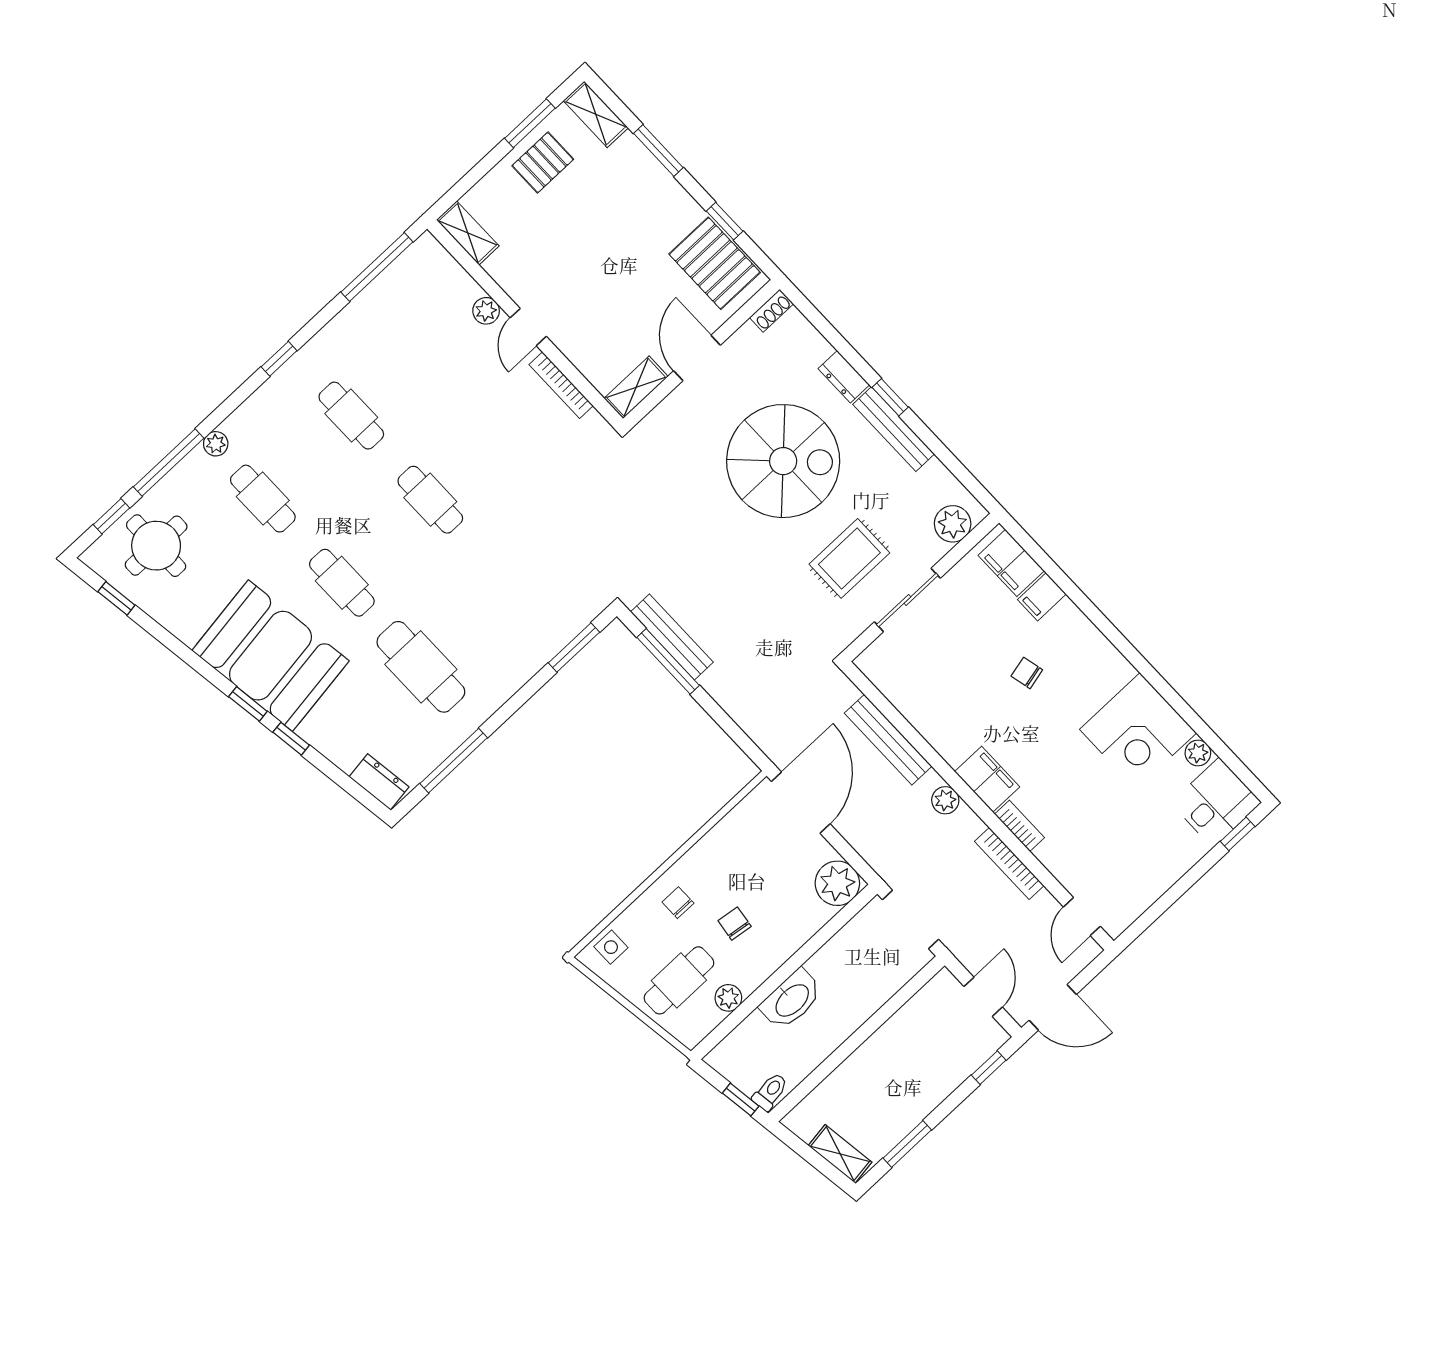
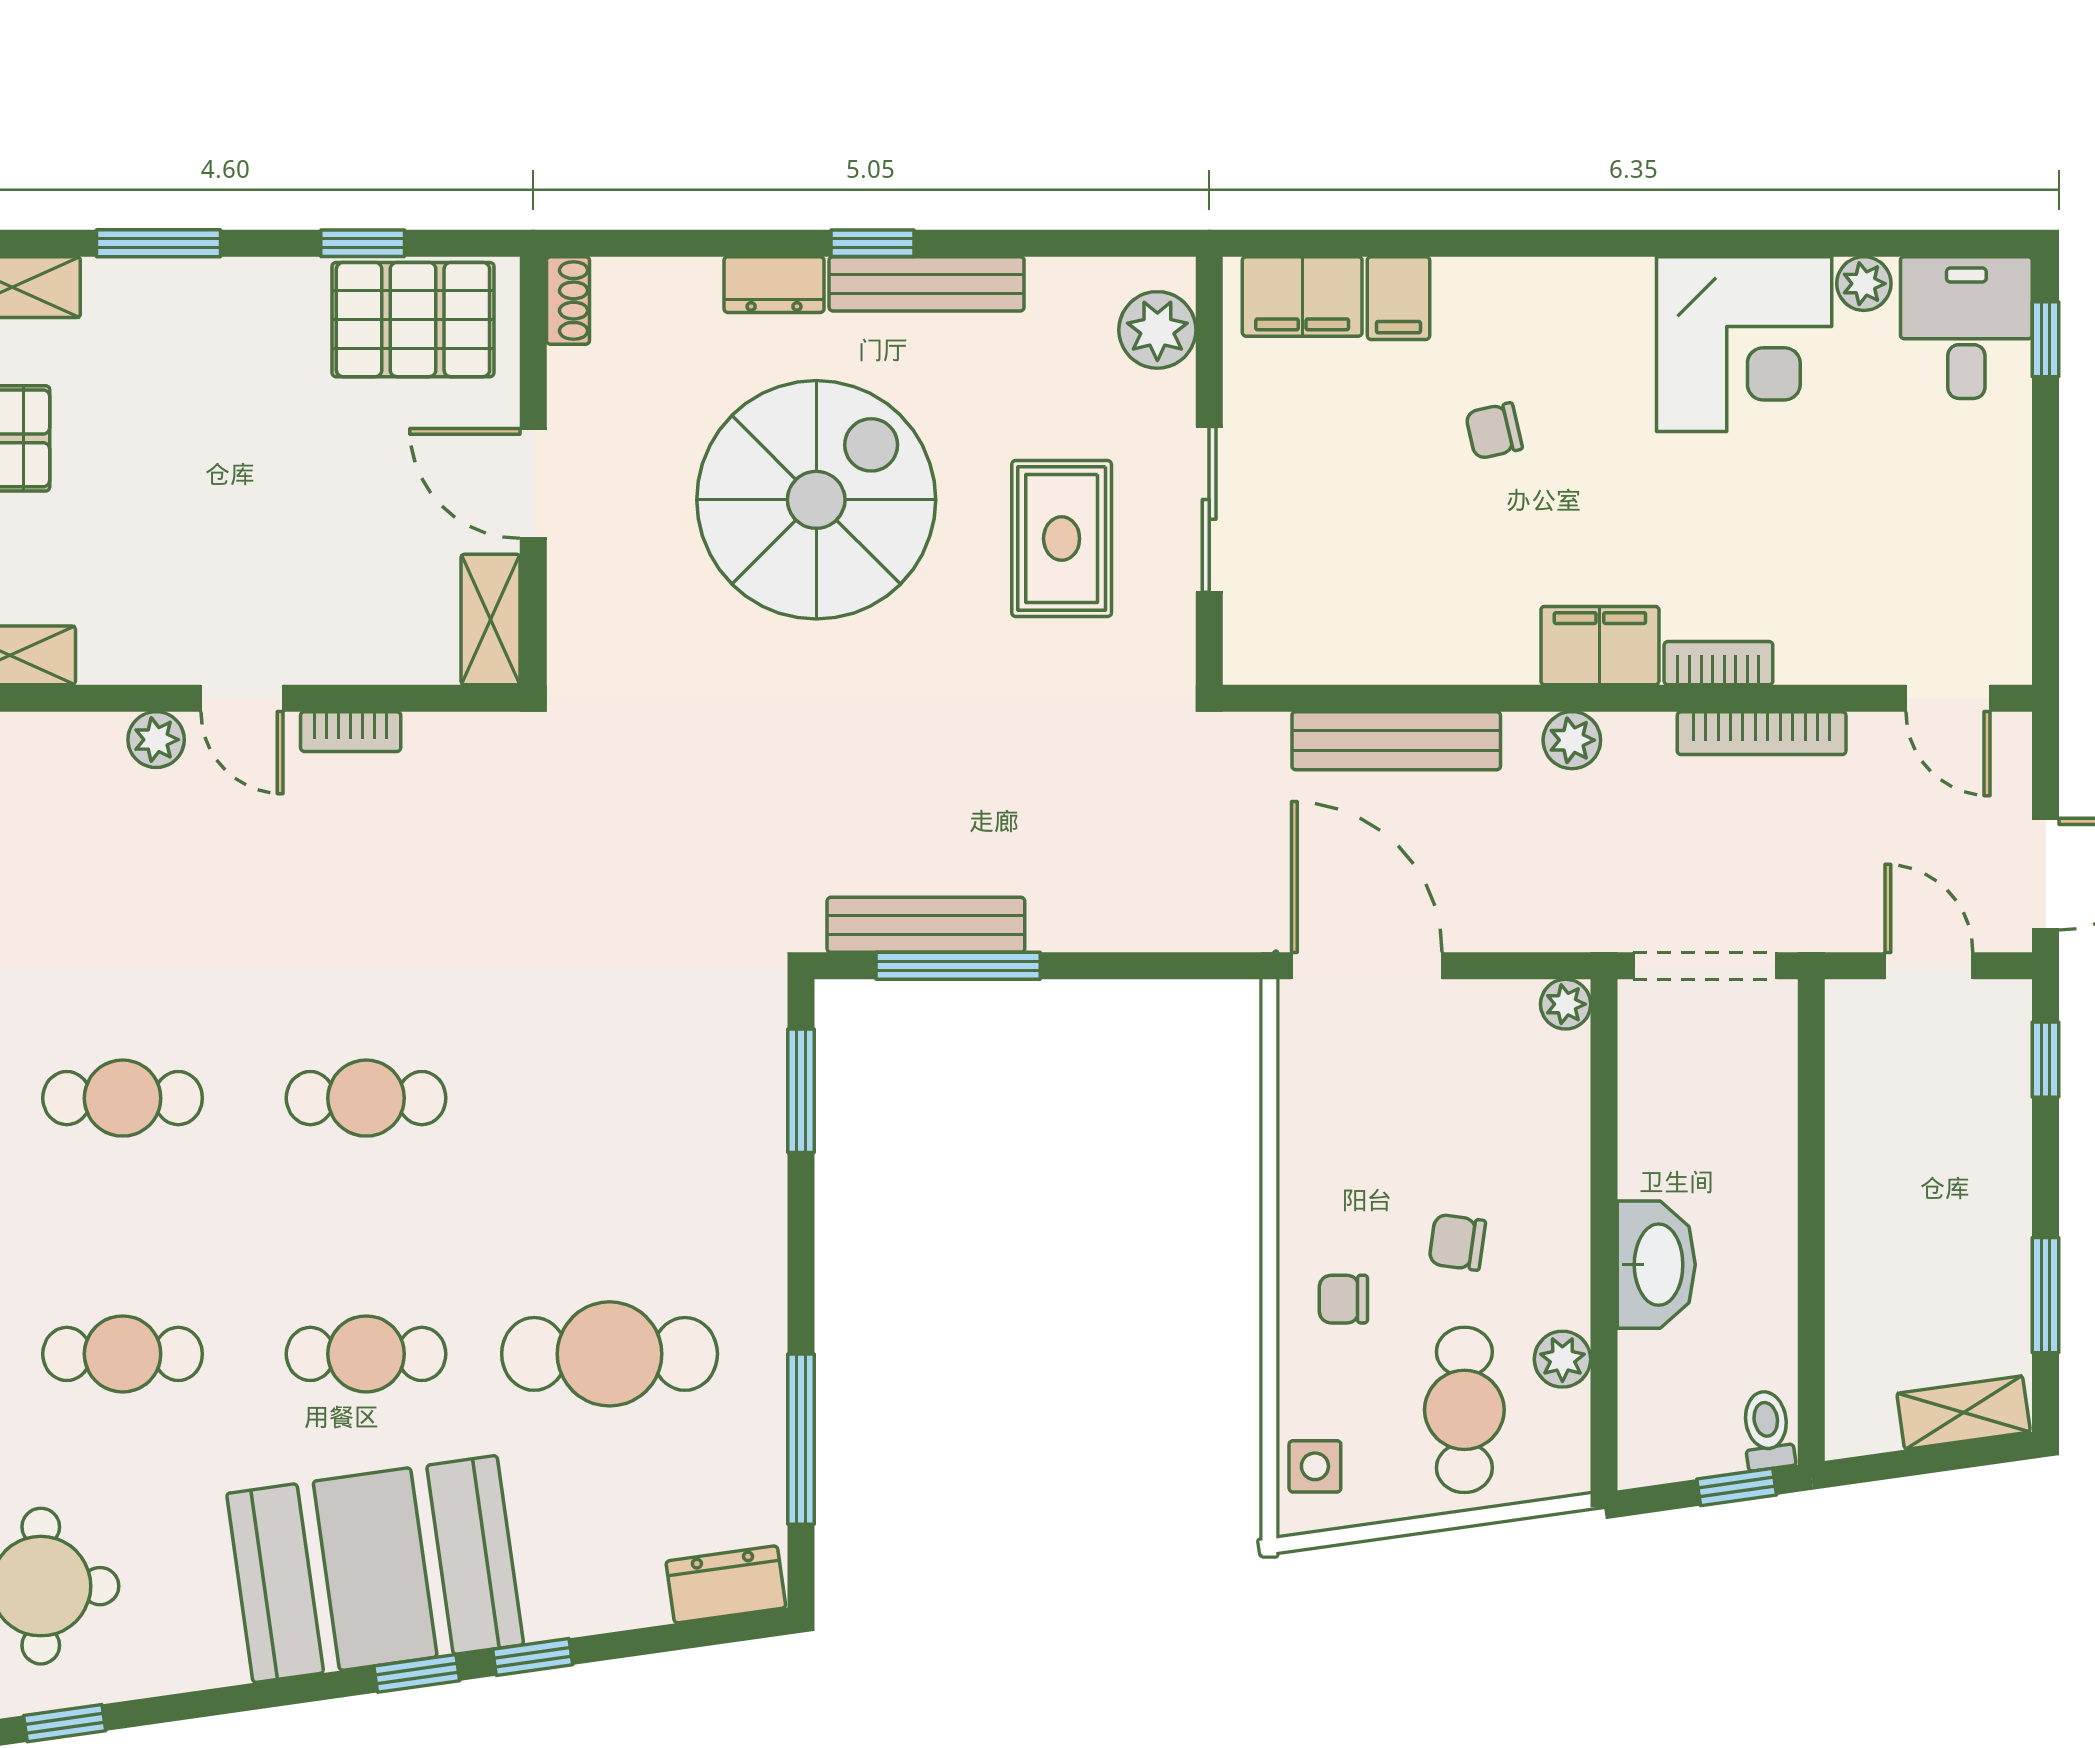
bookcase: (561, 385) -> (351, 732), width x0.64
plant: (837, 883) -> (1566, 1004), width x0.53, depth x0.53

